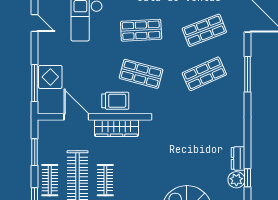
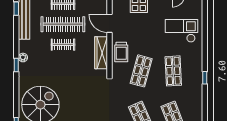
door: (76, 117) -> (110, 23), swing flipped

